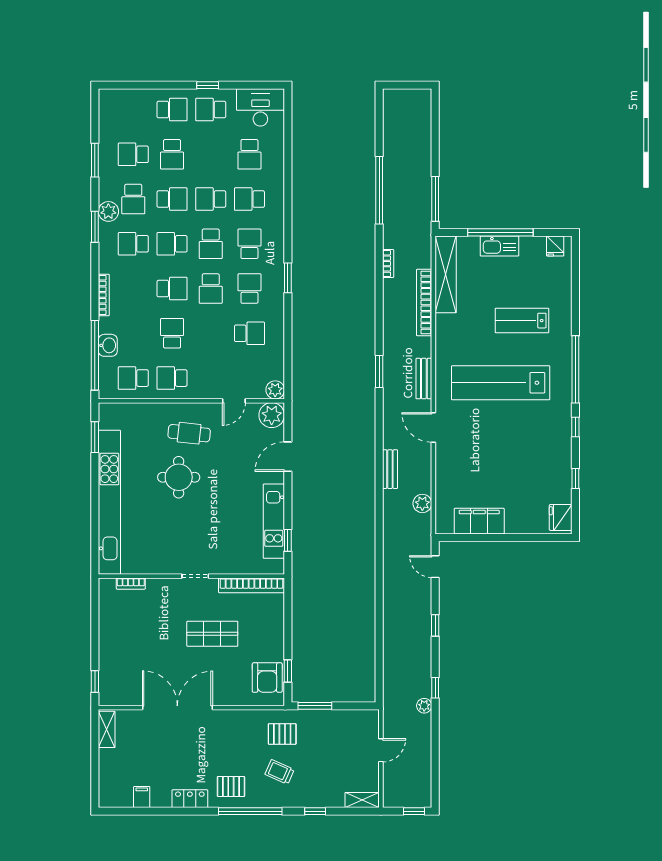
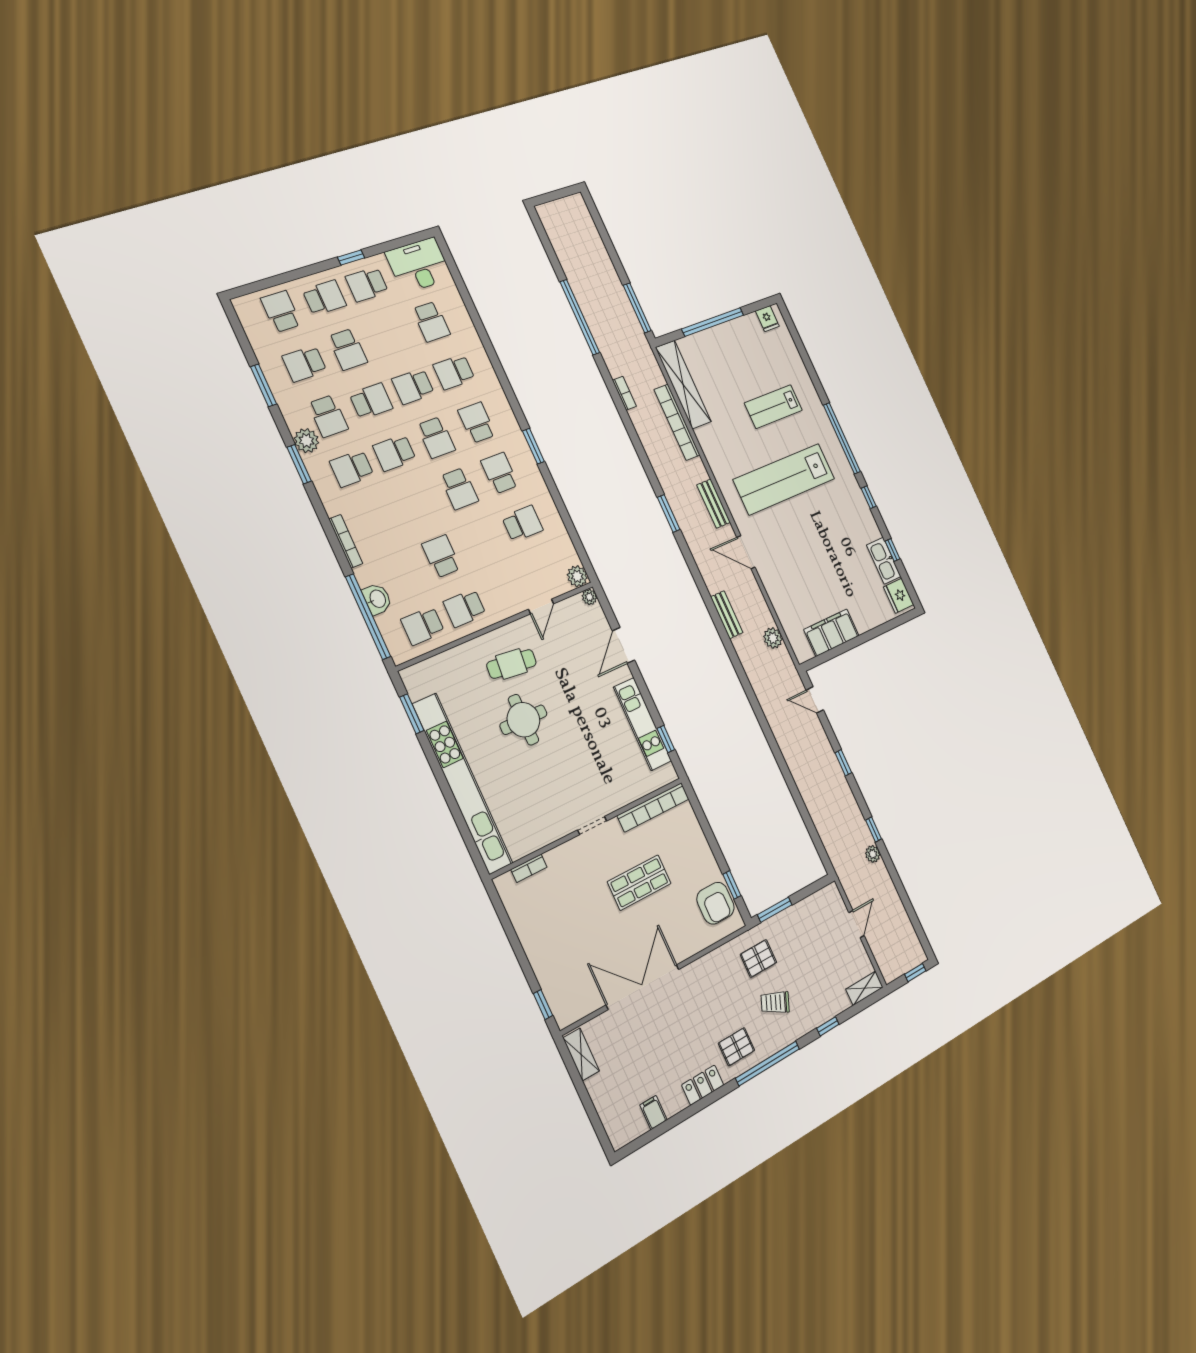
kitchen sink: (500, 246) -> (884, 561), moved, turned 90
school desk: (172, 289) -> (281, 311), moved, turned -90
plant: (272, 415) -> (589, 597), width x0.53, depth x0.53

